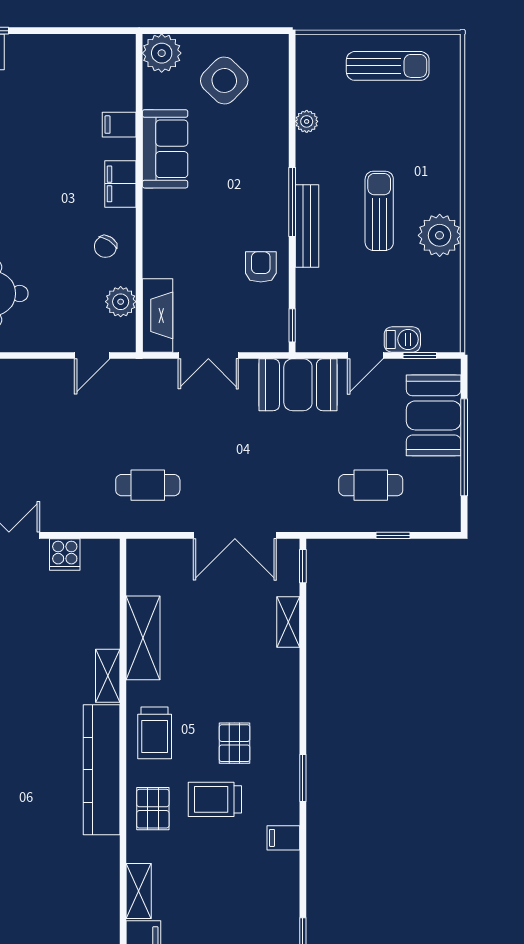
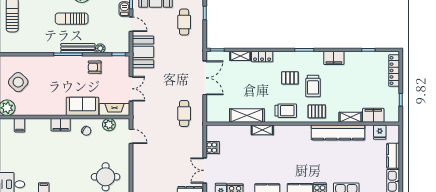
plant: (307, 121) -> (100, 48), moved
filing cabinet: (119, 125) -> (20, 125), moved
sofa: (165, 149) -> (82, 106), moved
locker: (287, 675) -> (262, 57), added
kitchen counter: (102, 770) -> (338, 132), moved
filing cabinet: (283, 838) -> (334, 58), width x2.00

